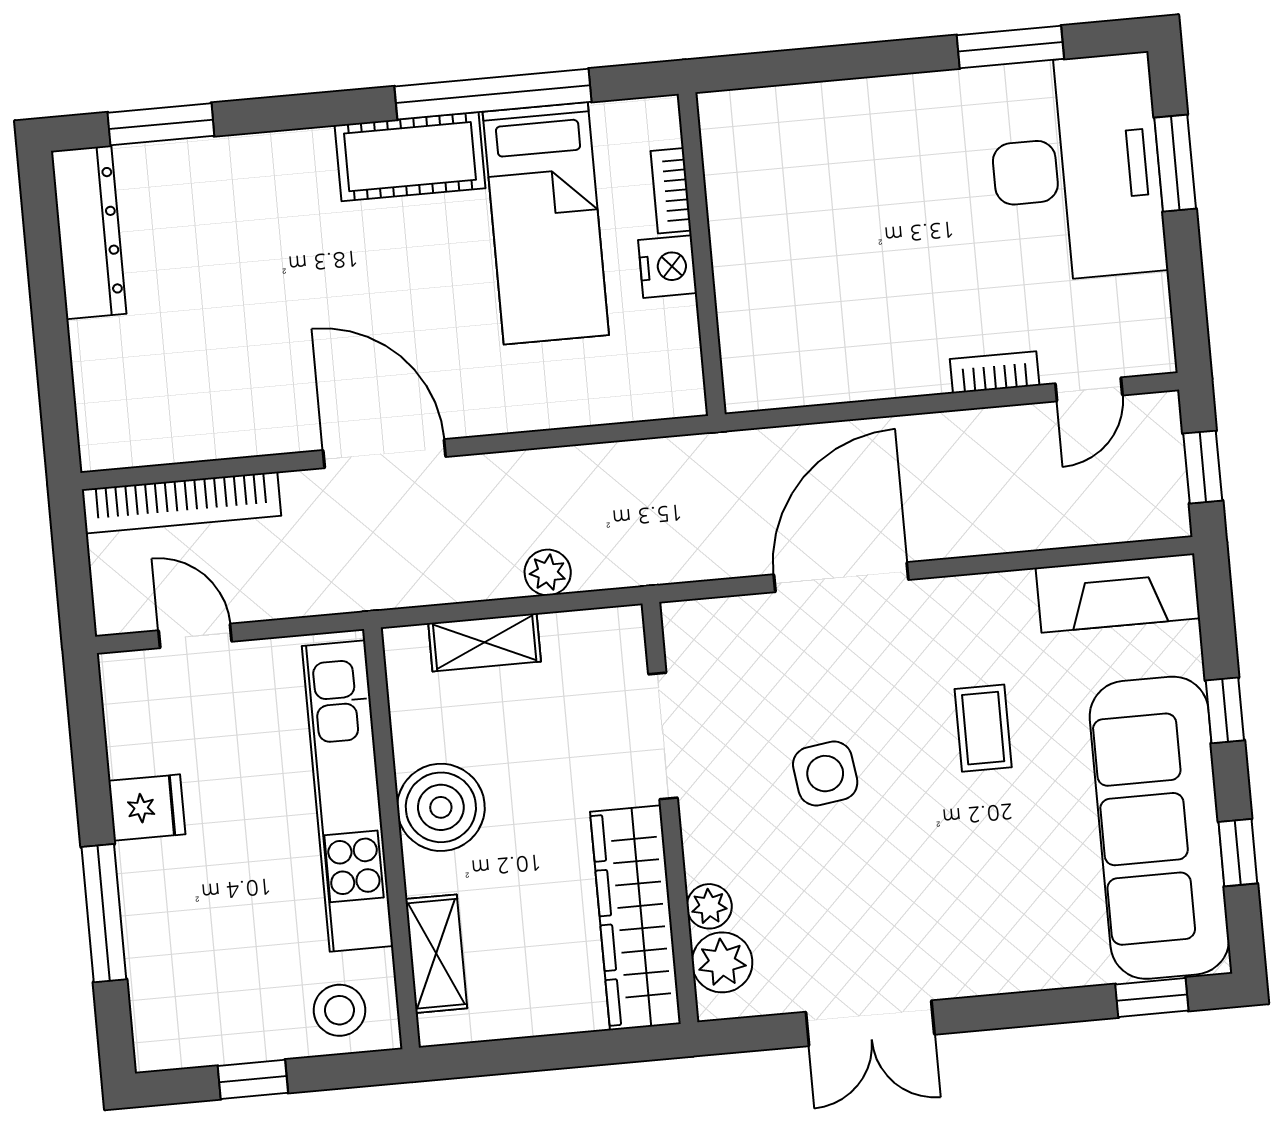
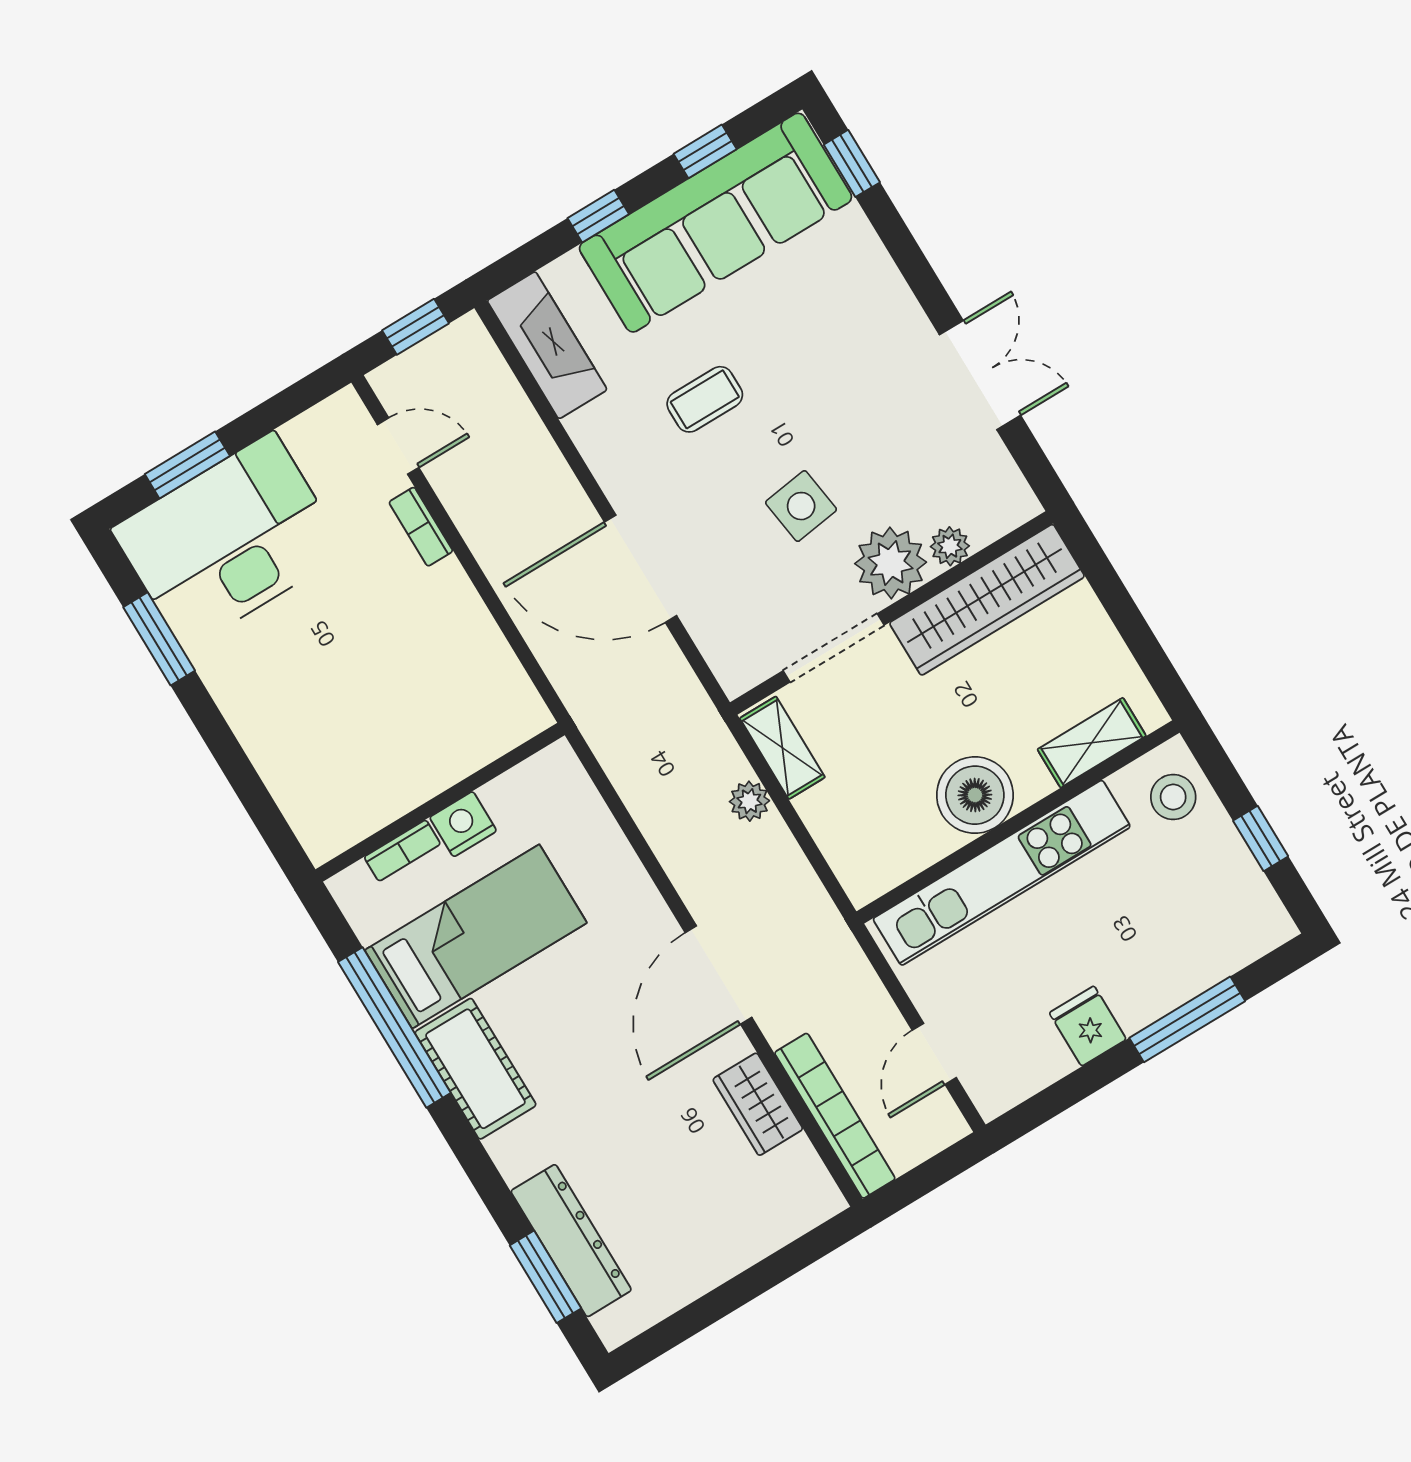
dresser: (89, 232) -> (571, 1241), moved, turned 90
wardrobe: (232, 429) -> (758, 1104), added
shelving: (485, 642) -> (782, 748), moved
plant: (722, 962) -> (891, 563), moved, width x1.36, depth x1.36

